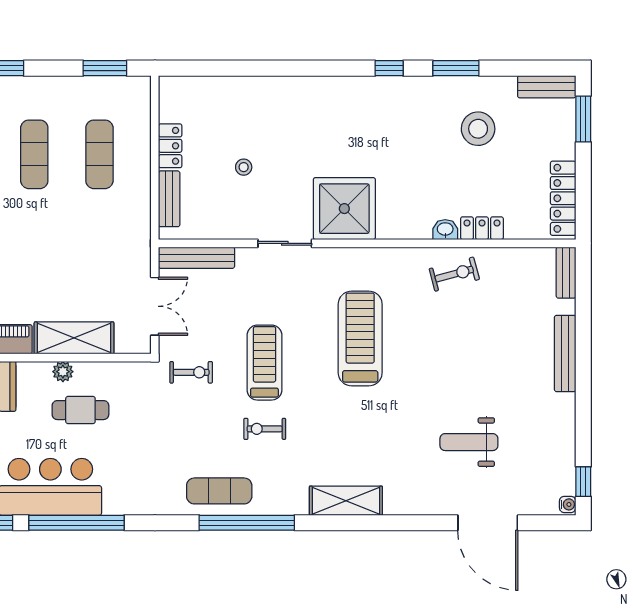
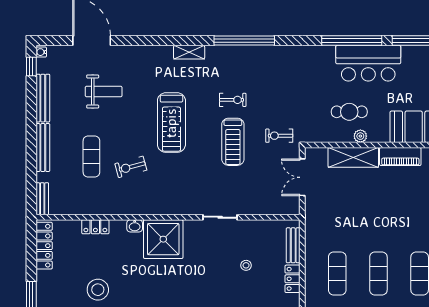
shower: (344, 209) -> (163, 239), moved
washbasin: (445, 230) -> (135, 226), moved
bench: (197, 258) -> (43, 98), moved, turned 90
exercise bike: (454, 274) -> (131, 167), moved
treadmill: (360, 338) -> (171, 123), moved
exercise mat: (219, 491) -> (91, 157), moved, turned 90
shelving: (346, 501) -> (189, 52), width x0.67, depth x0.75

